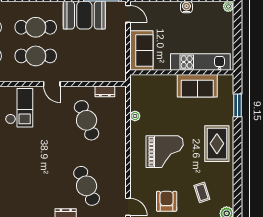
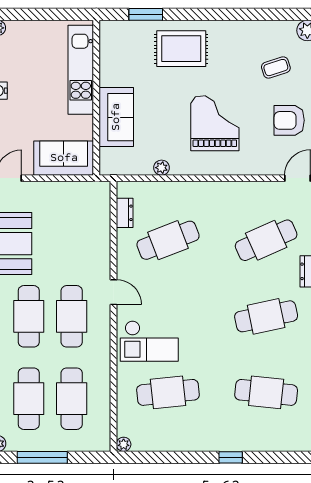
door: (52, 84) -> (113, 292), hinge flipped
sofa: (197, 86) -> (116, 117), moved
checkout: (19, 108) -> (149, 341), turned 180
rug: (217, 144) -> (181, 49), moved
cafe table: (36, 186) -> (266, 316), added

